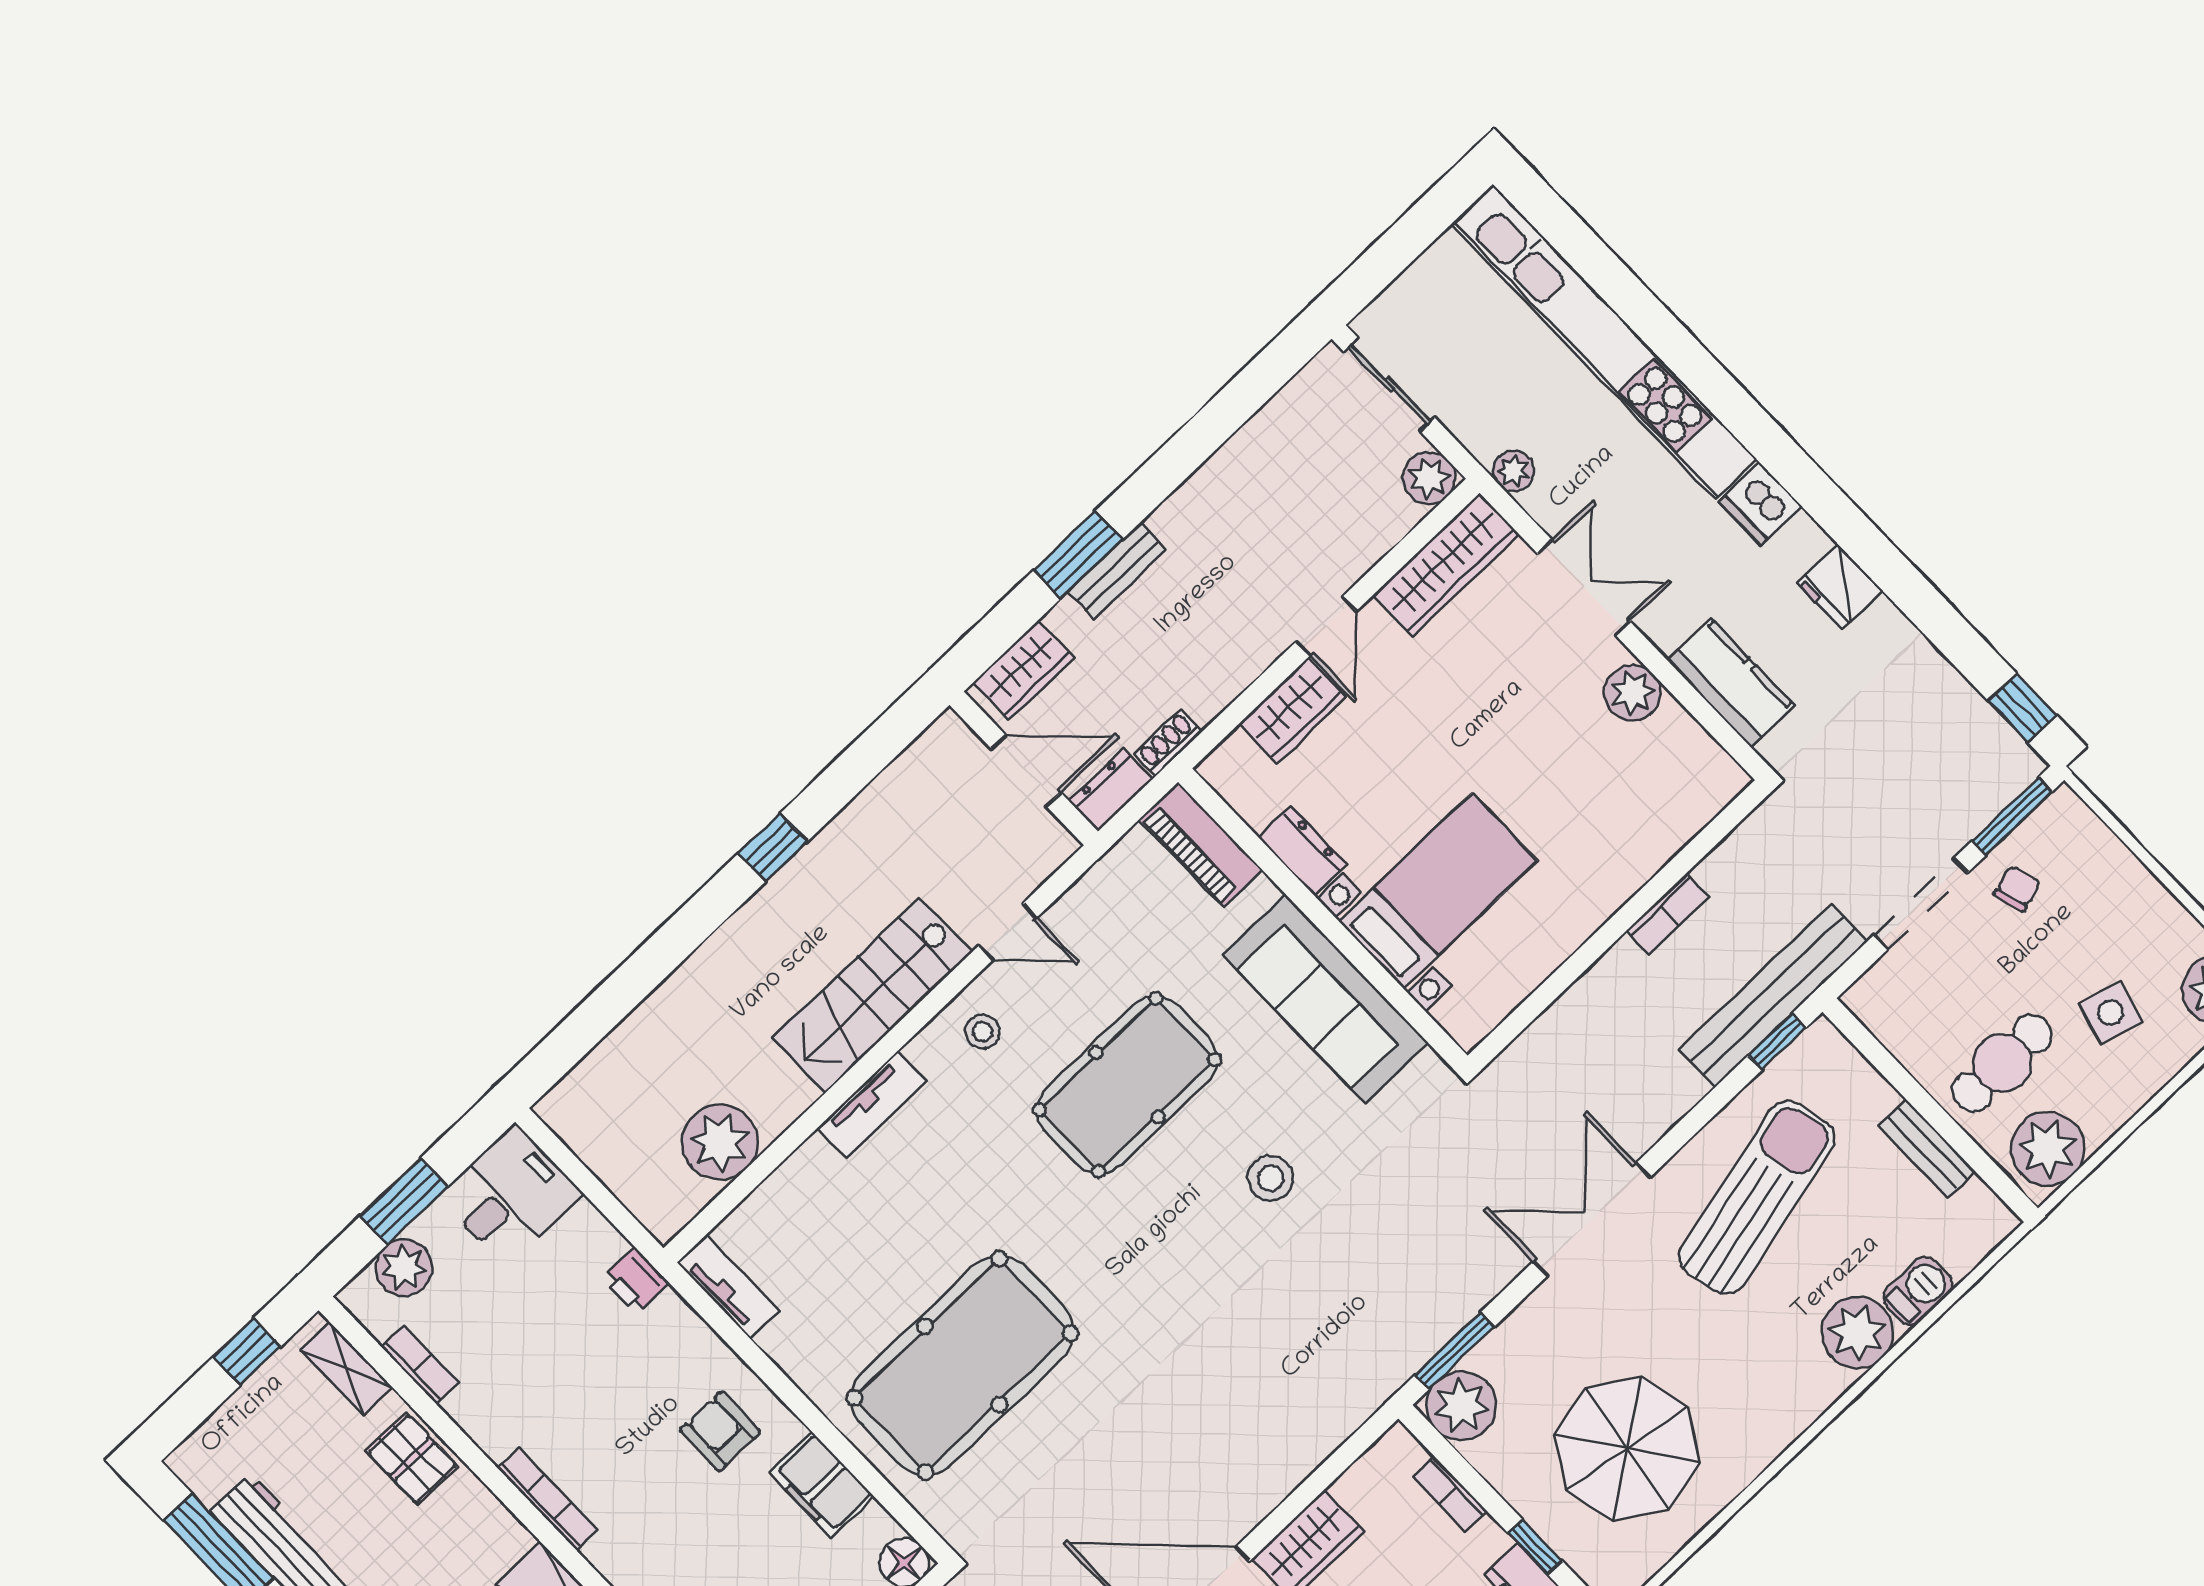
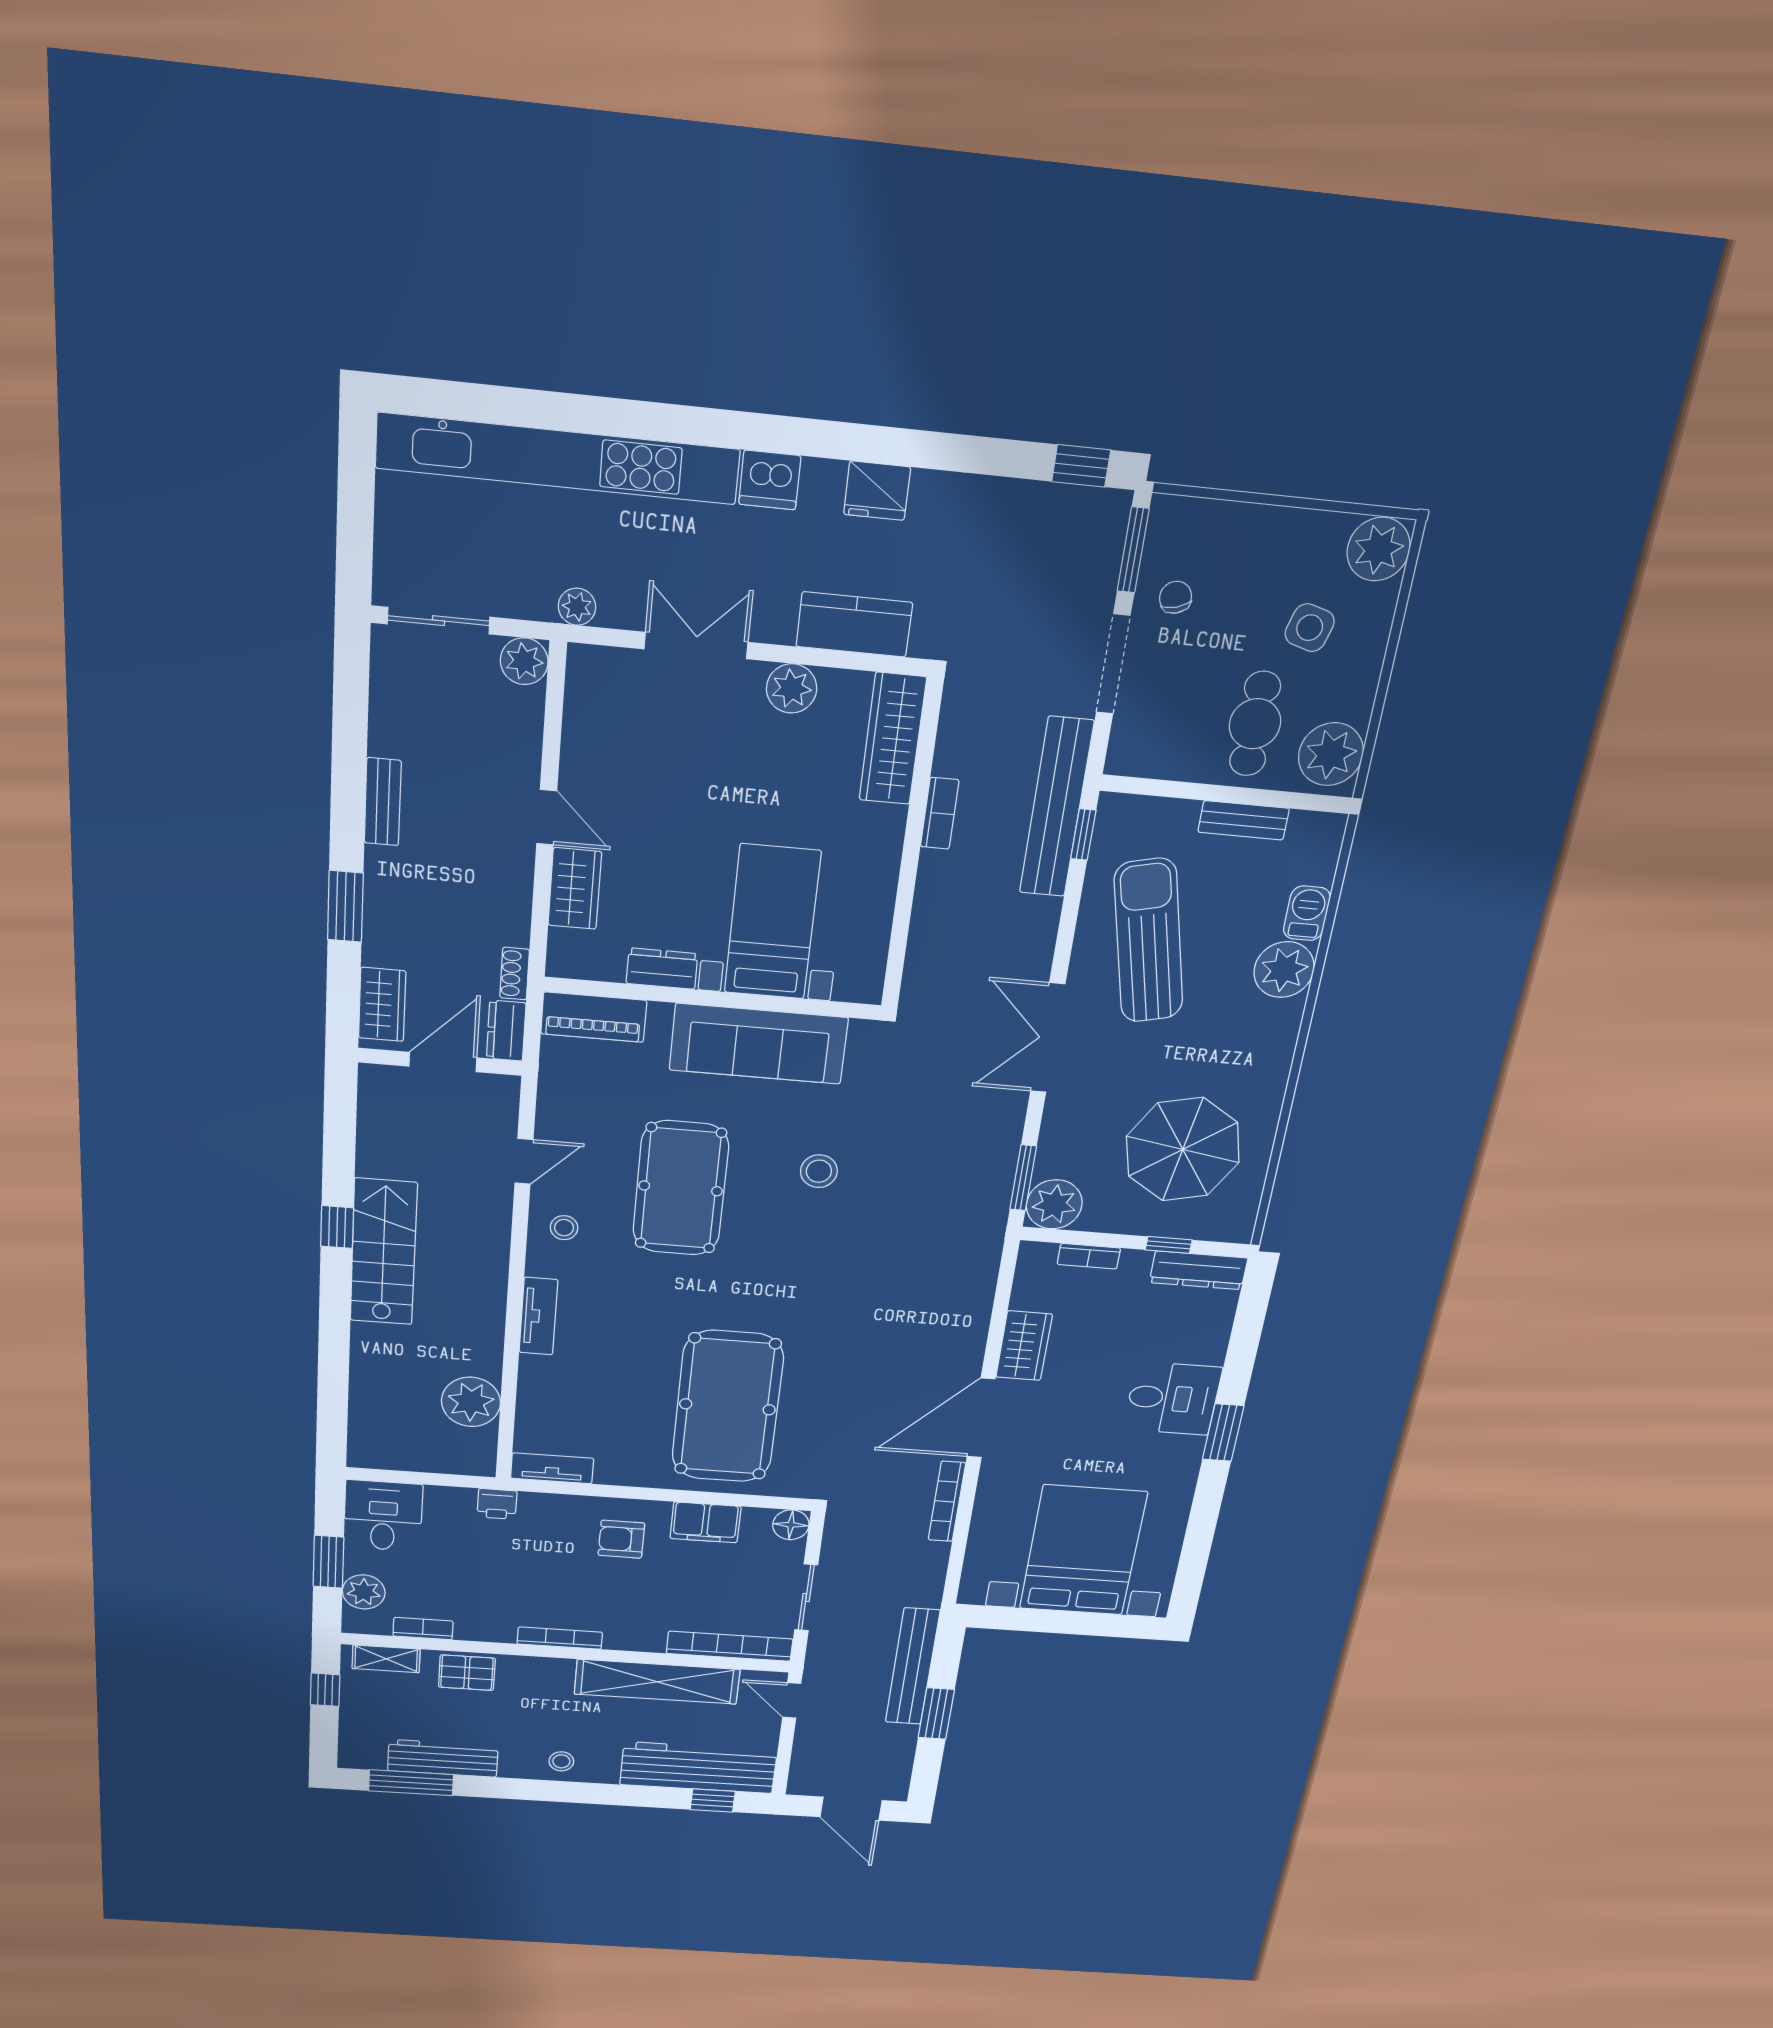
wardrobe: (1446, 565) -> (893, 739), moved, turned 180
bench: (1118, 571) -> (383, 802), moved
stairs: (872, 995) -> (383, 1252), moved, turned 180

